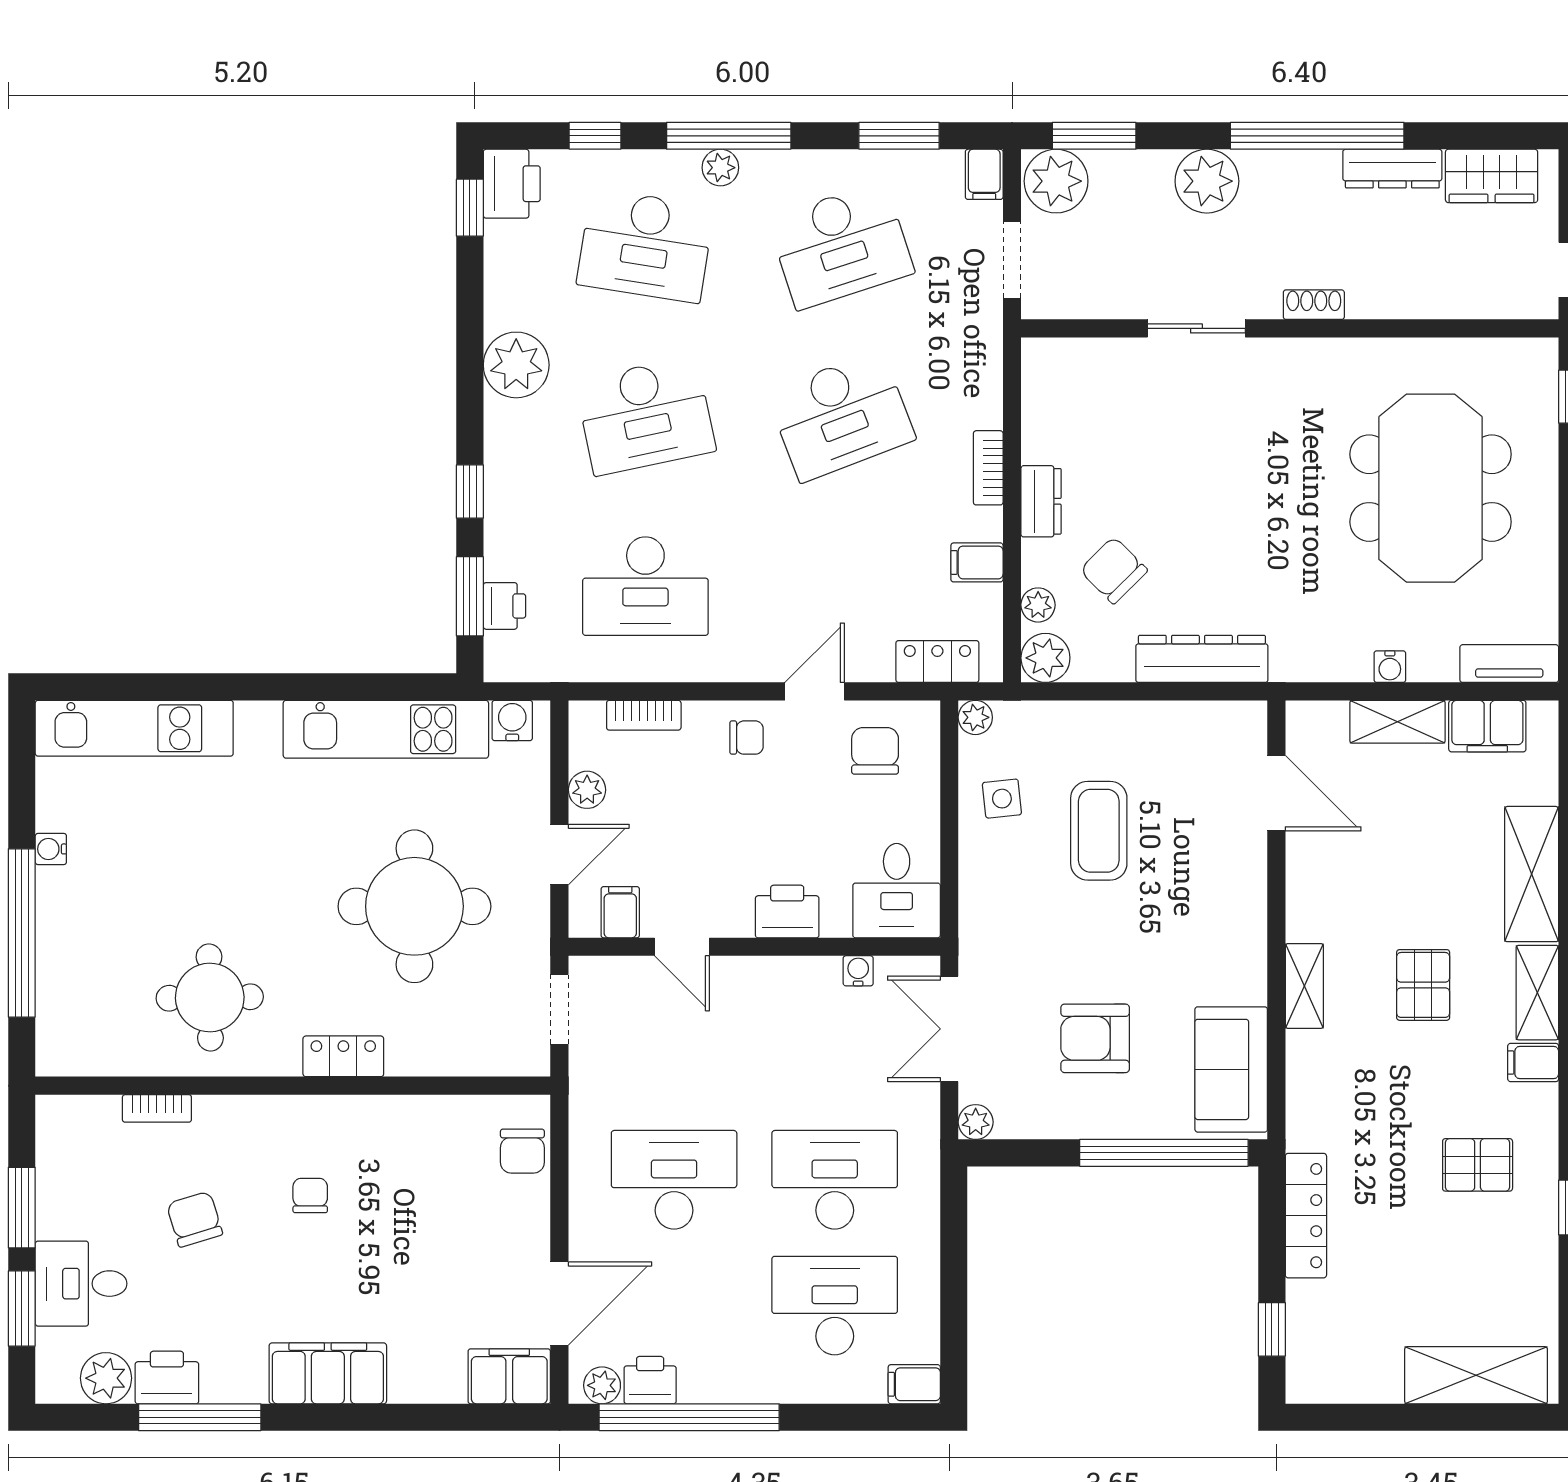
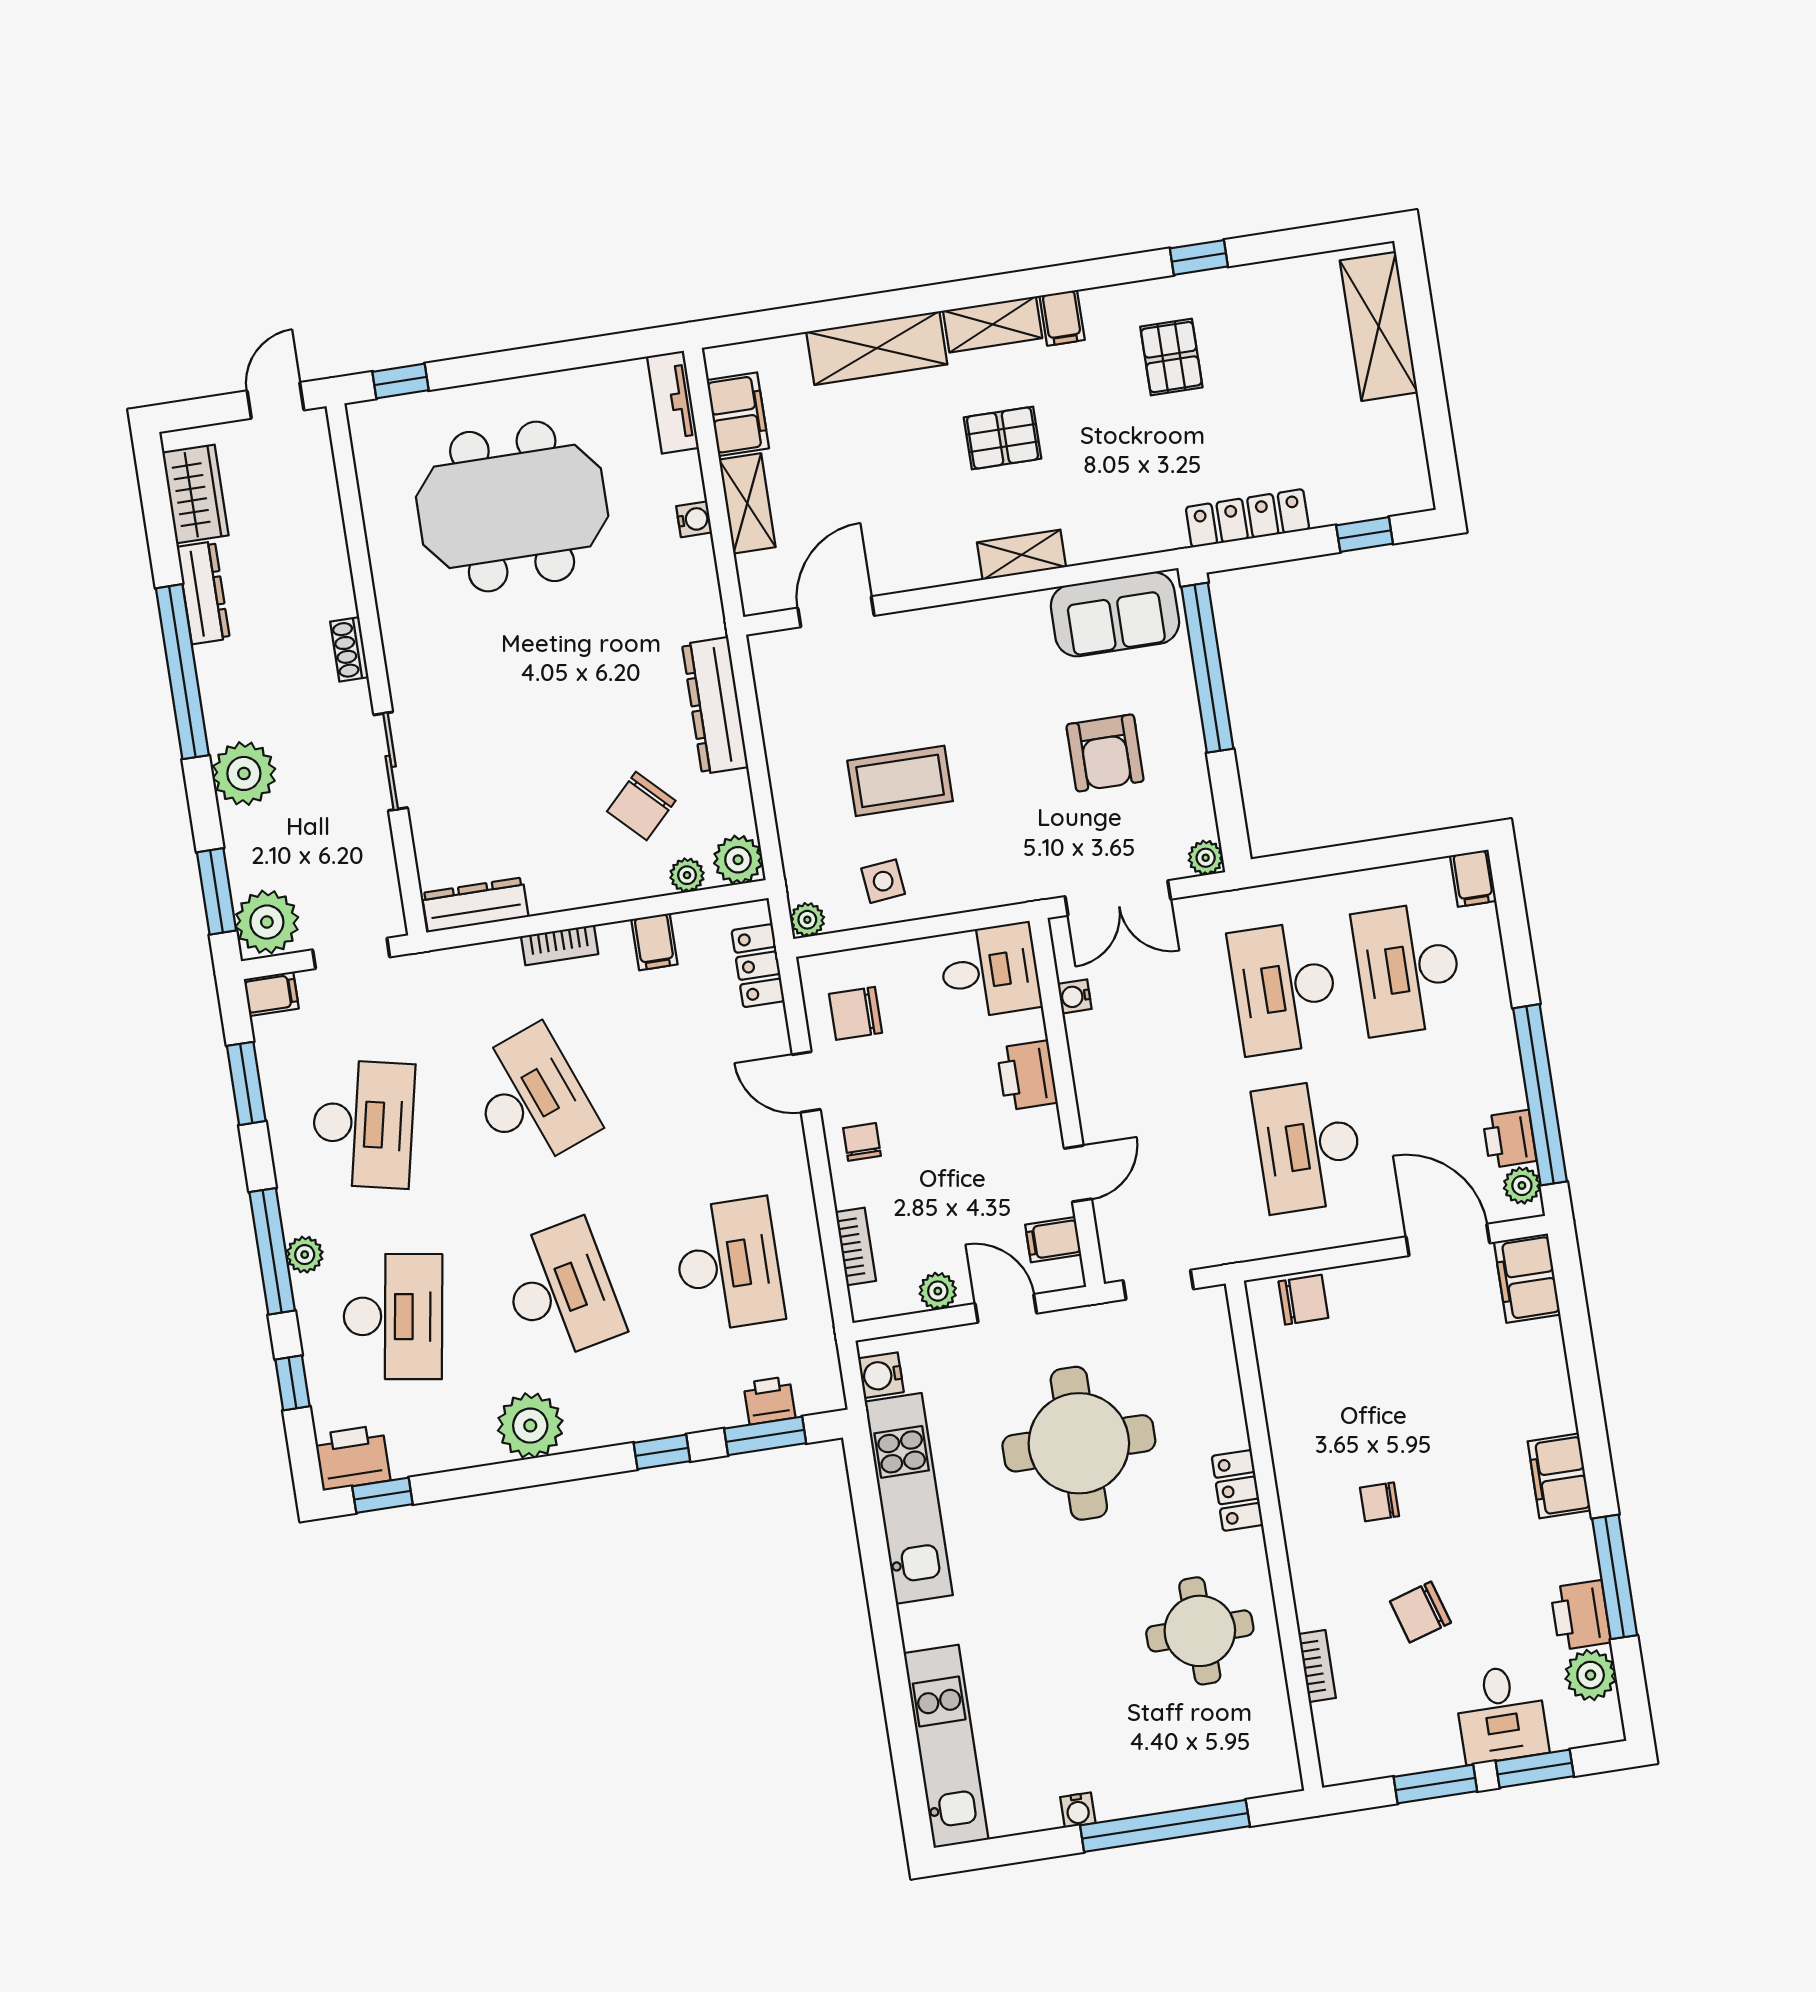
desk: (841, 246) -> (363, 1124), turned 30
dresser: (1041, 501) -> (475, 905), moved, width x1.44
filing cabinet: (328, 1373) -> (1559, 1476), width x0.67, depth x0.86

